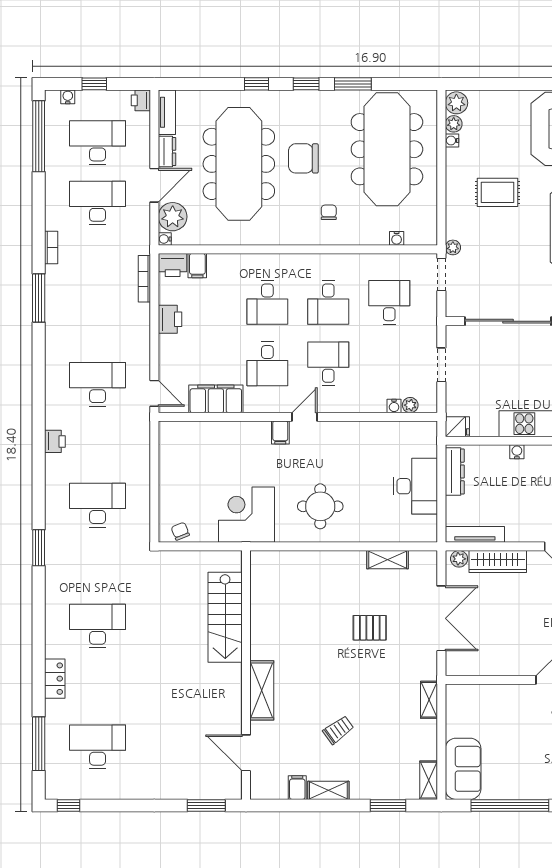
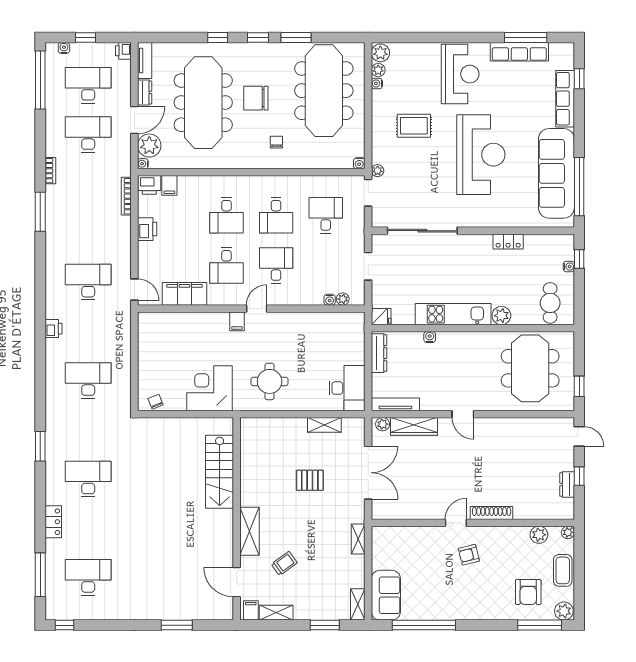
water cooler: (397, 238) -> (359, 163), moved
desk: (415, 486) -> (347, 388), moved
window: (39, 548) -> (40, 446), moved
stairs: (225, 617) -> (220, 472), moved
wall: (246, 675) -> (237, 519), moved
shelving: (262, 690) -> (250, 531), moved
door: (246, 753) -> (237, 582), moved

